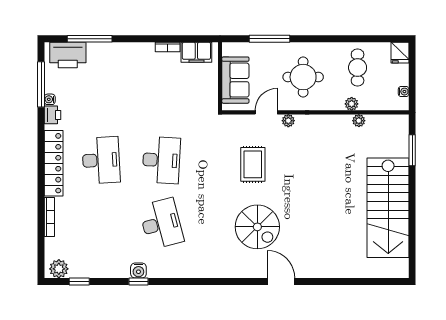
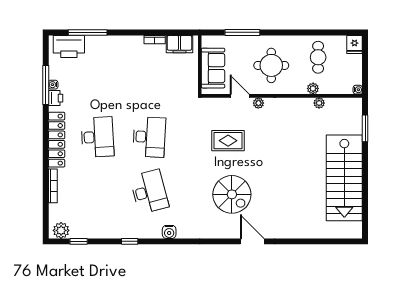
window: (41, 84) -> (46, 85), moved
water cooler: (404, 92) -> (358, 90), moved
door: (266, 112) -> (240, 96), hinge flipped
rug: (253, 164) -> (228, 141), turned 90
water cooler: (138, 271) -> (169, 232), moved

